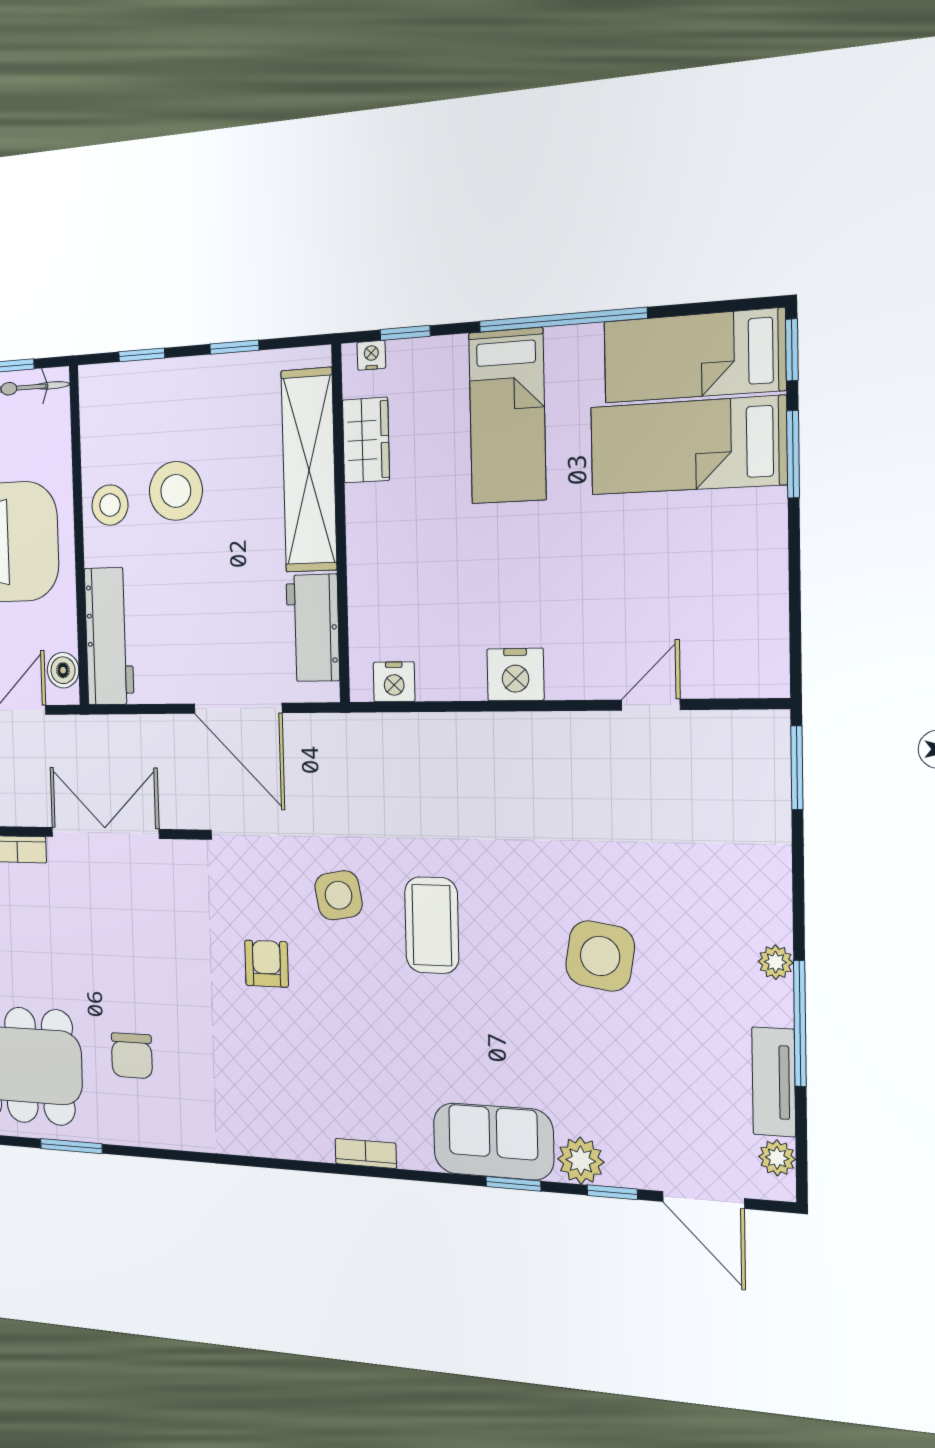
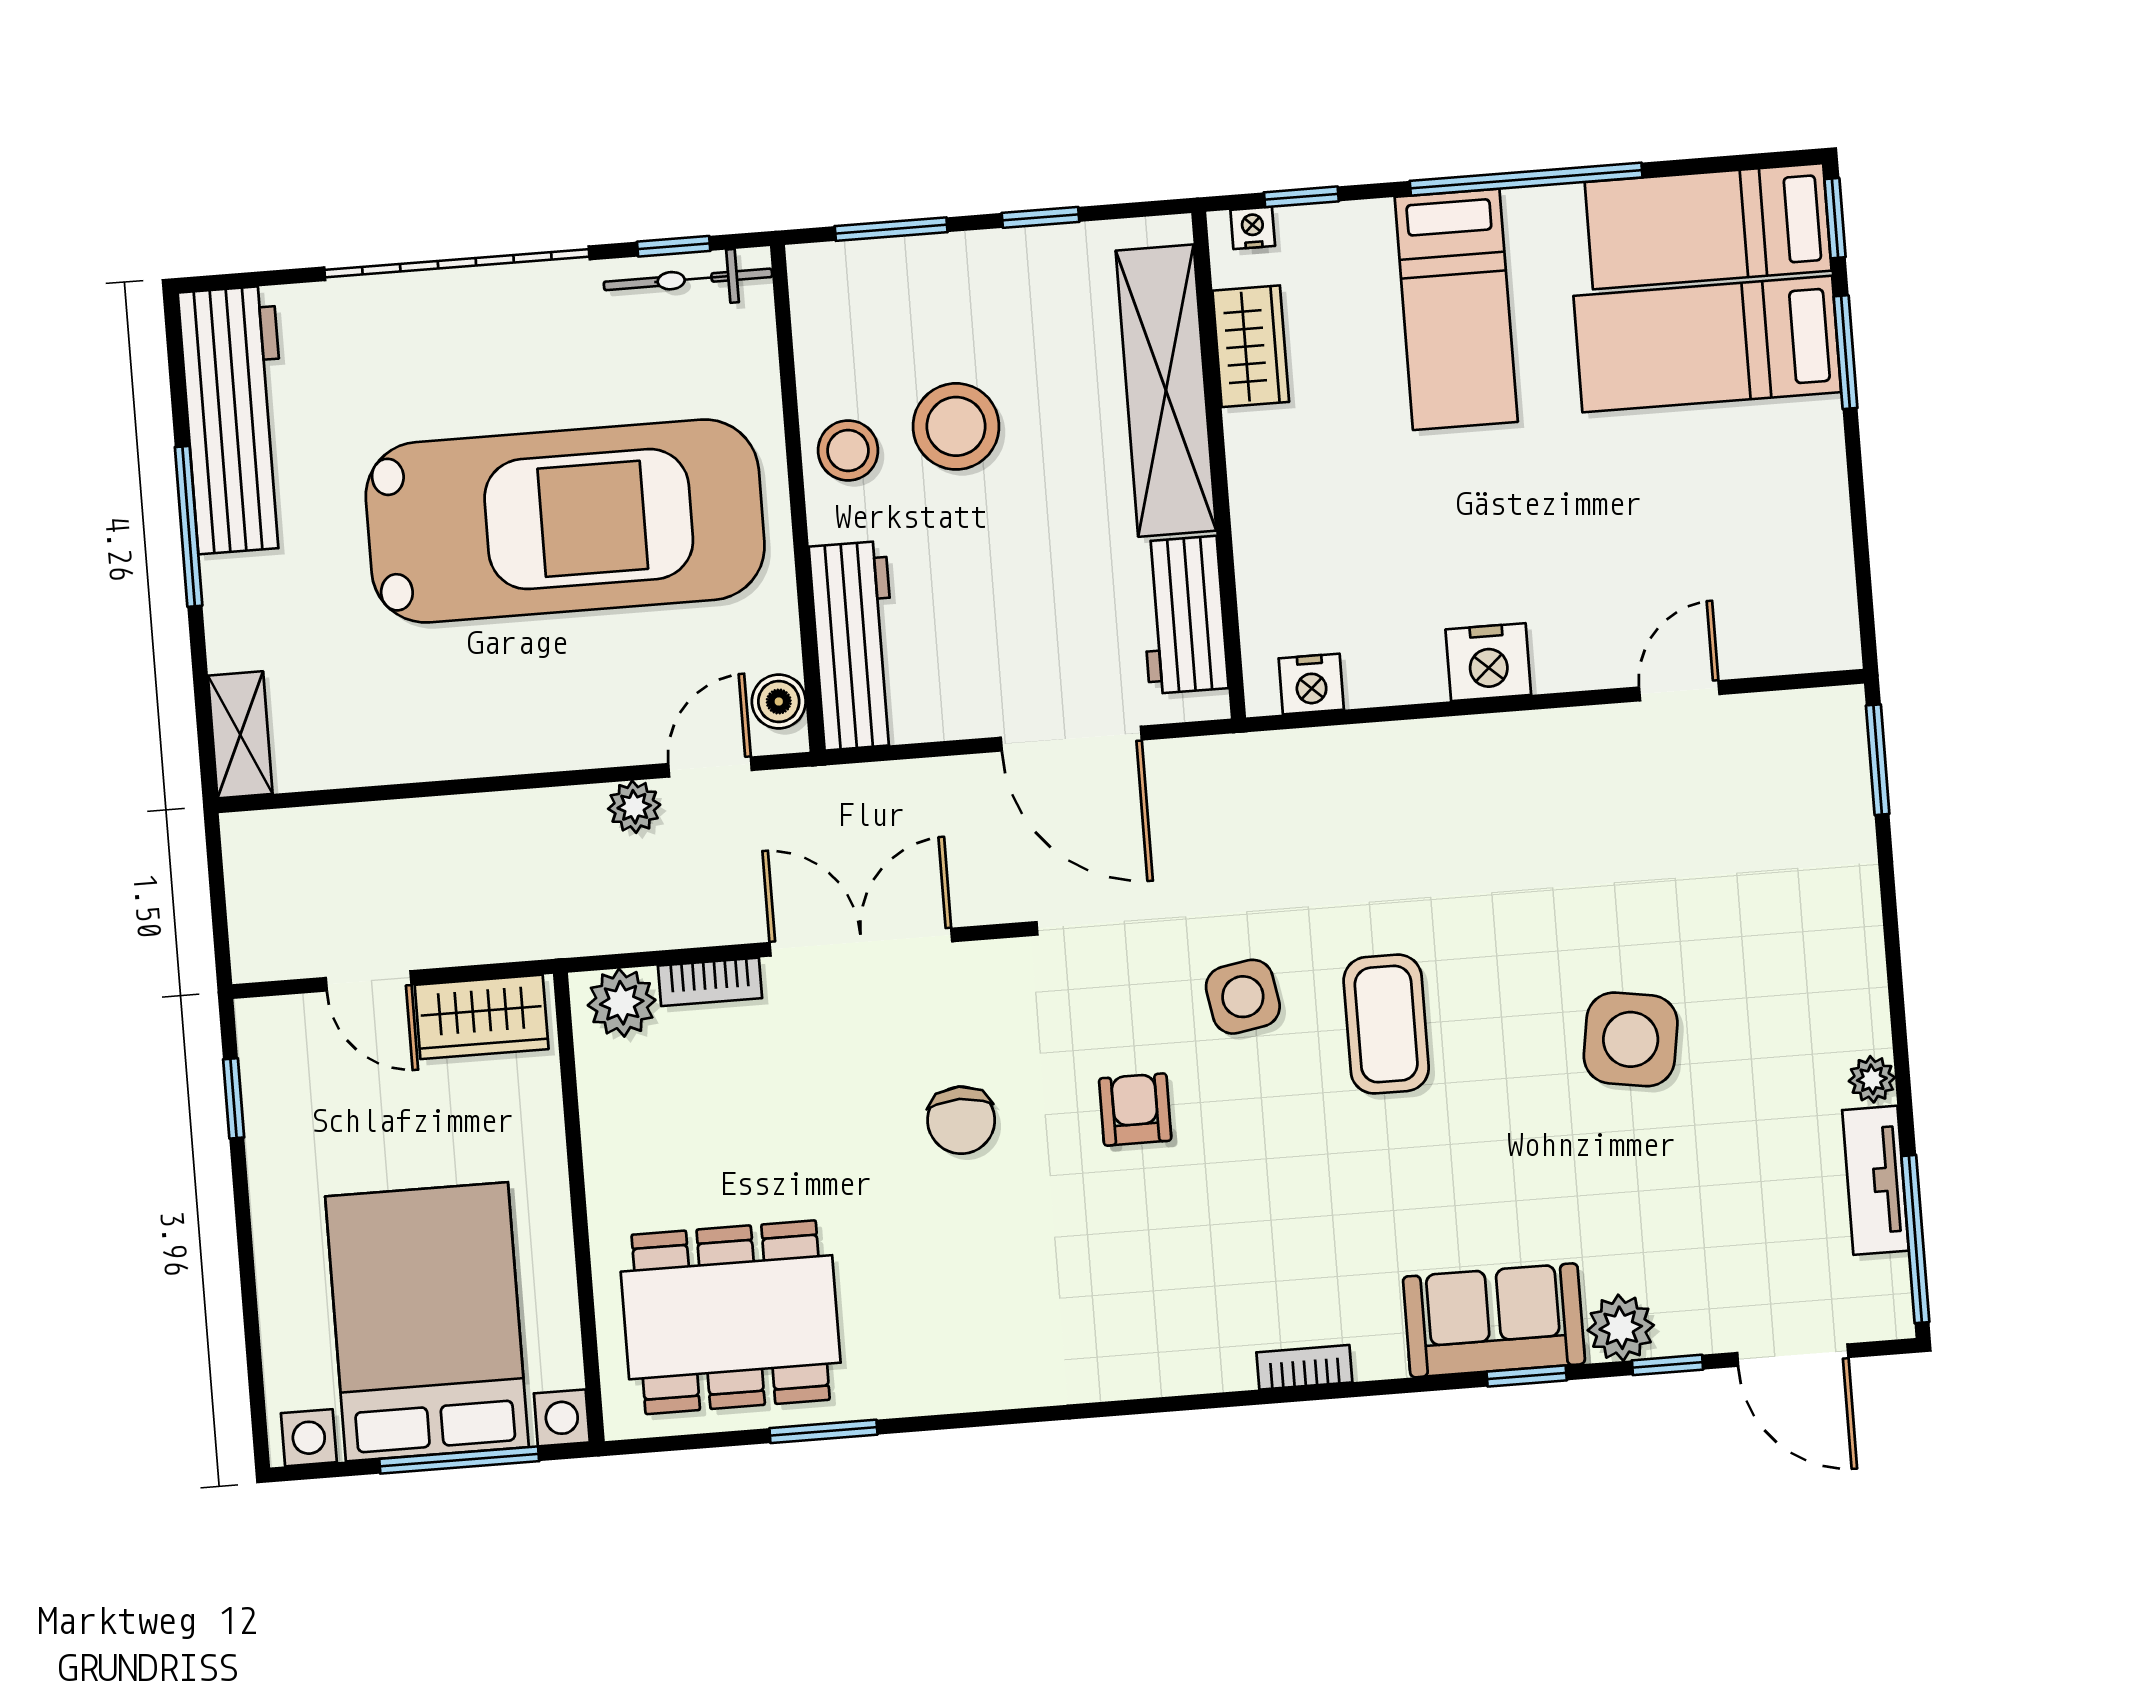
window: (142, 355) -> (891, 229), width x1.50
plant: (776, 962) -> (1872, 1079), moved
window: (800, 1024) -> (1915, 1239), moved
chair: (132, 1056) -> (961, 1120), moved
plant: (777, 1158) -> (1887, 1282), removed

